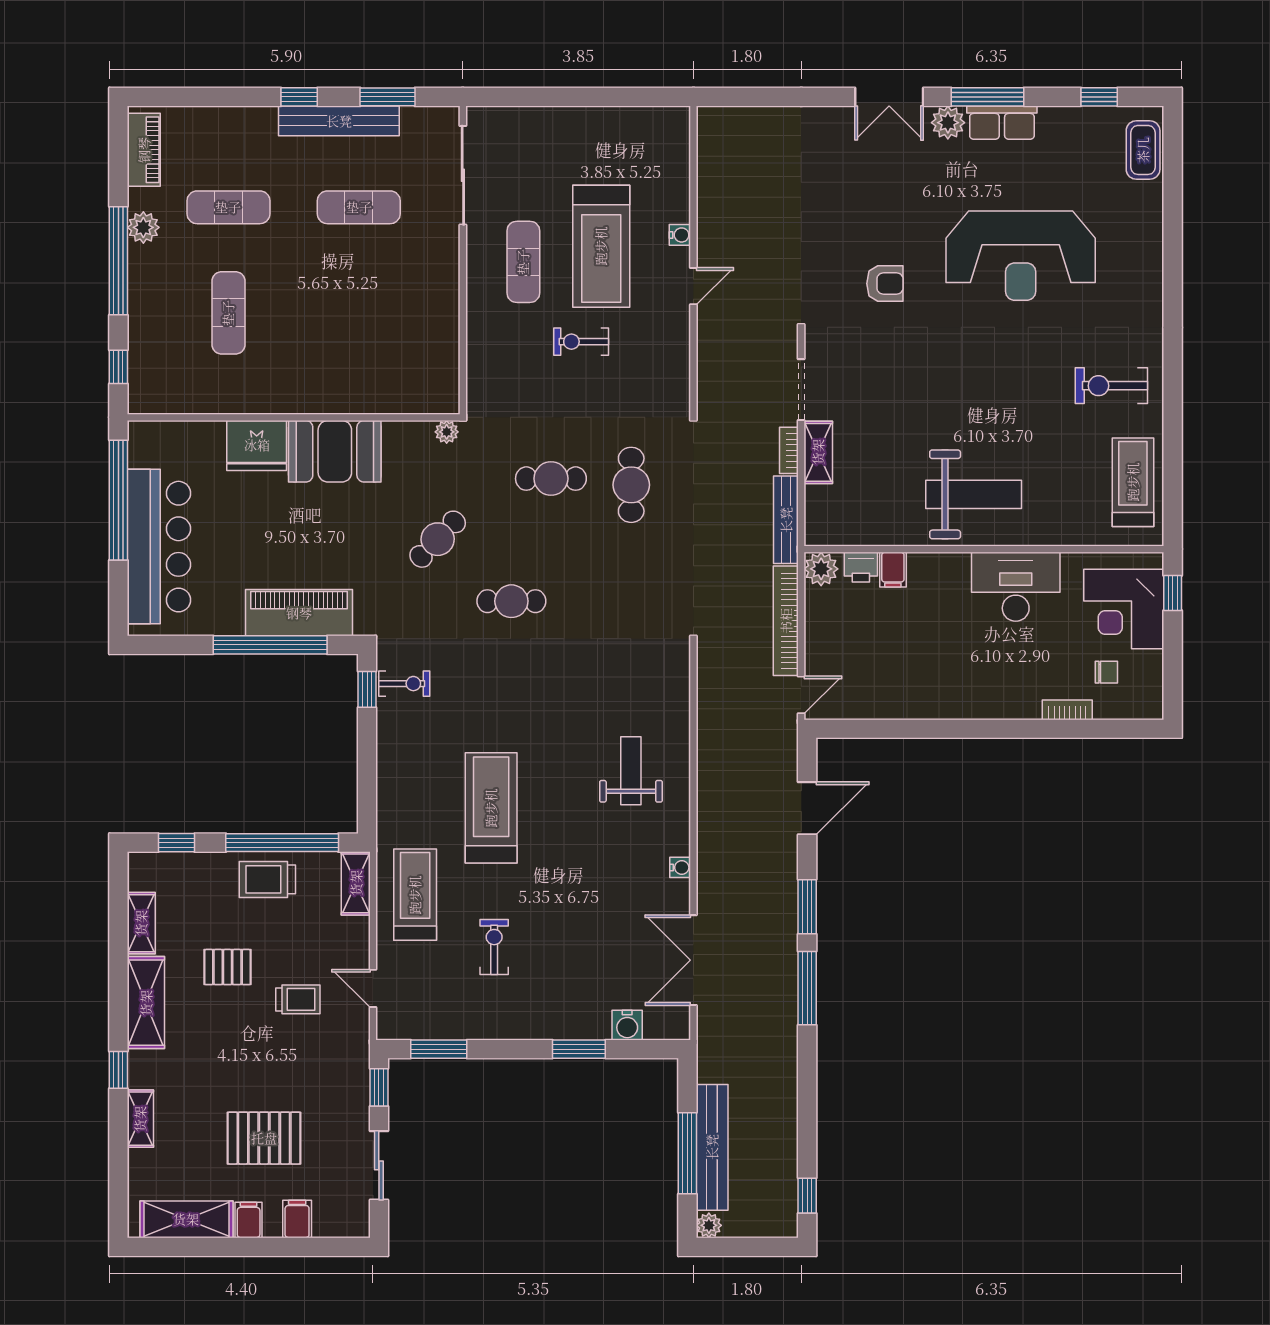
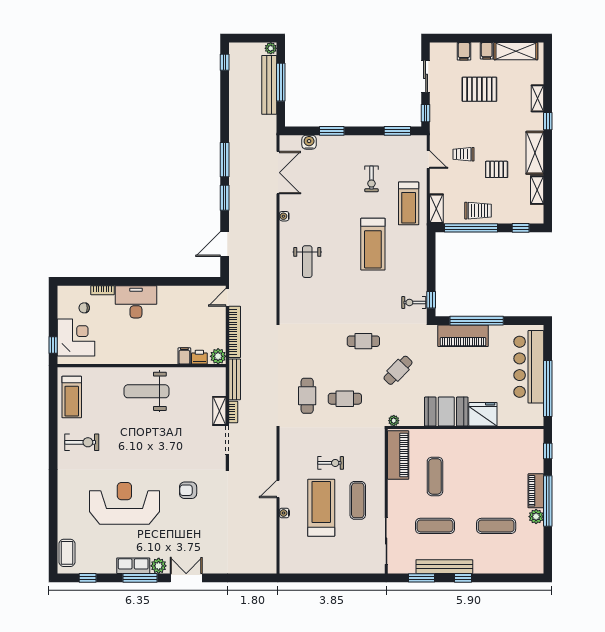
piano: (144, 150) -> (536, 491), moved
exercise mat: (228, 313) -> (435, 476), moved
piano: (437, 359) -> (398, 455), added
desk: (1016, 587) -> (136, 302), moved, turned 180

